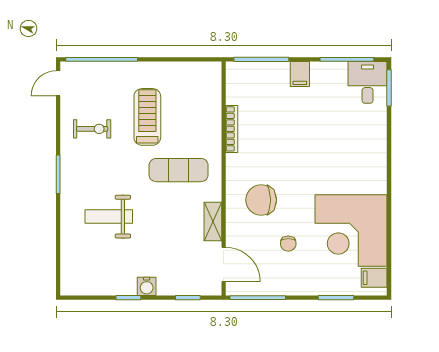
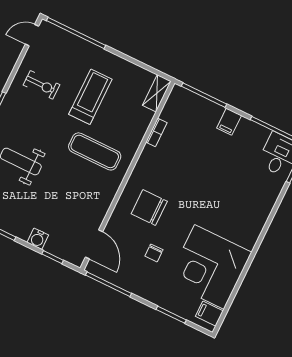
bookcase: (232, 129) -> (156, 132), width x0.64
shelving: (213, 222) -> (157, 93), moved
water cooler: (147, 286) -> (38, 239), moved

